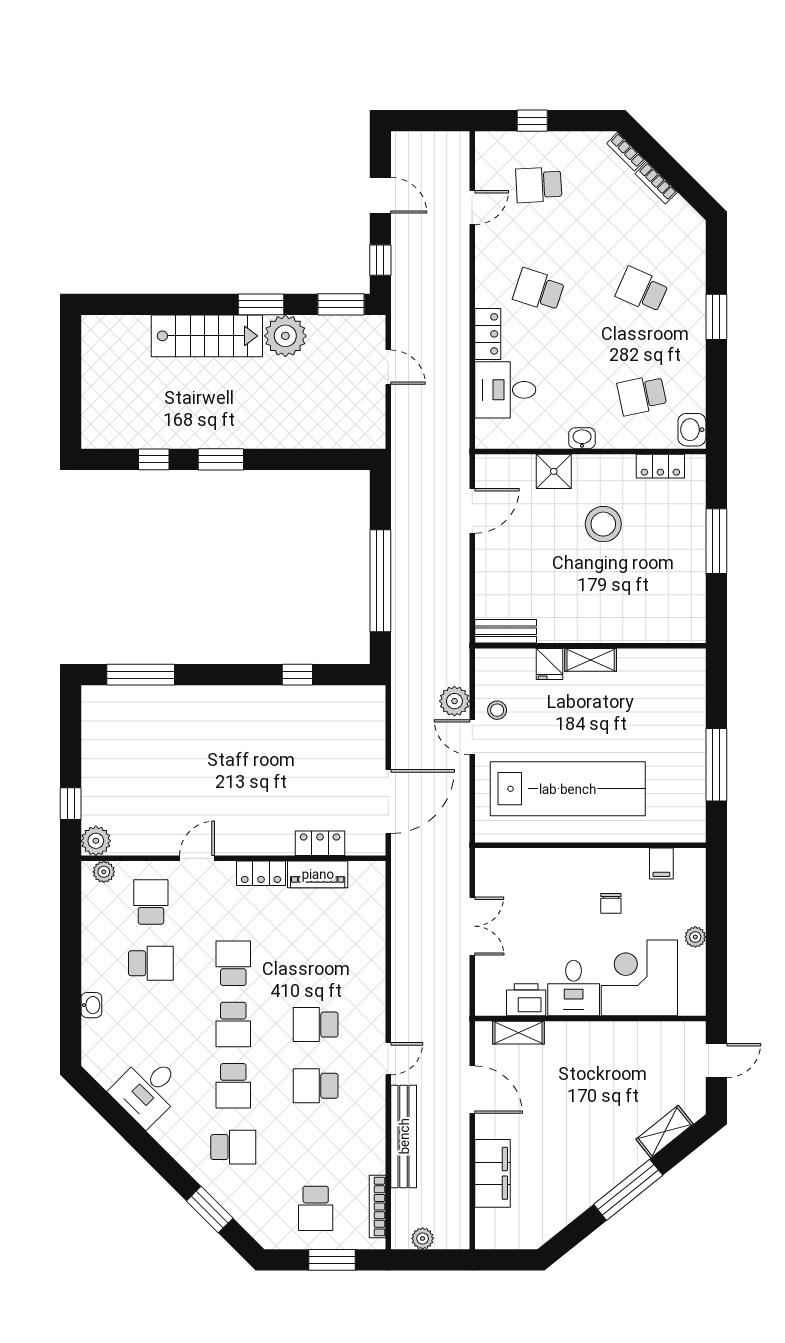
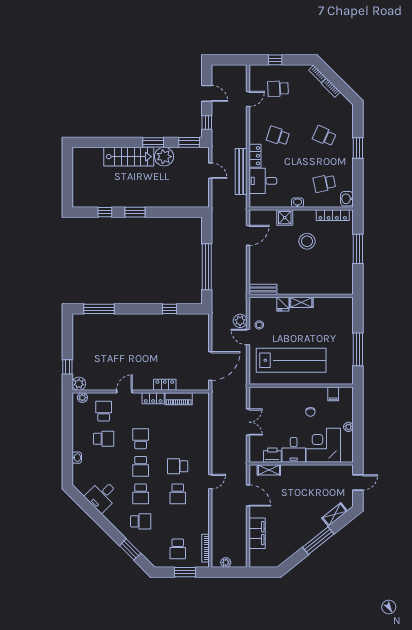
locker: (660, 466) -> (333, 215), width x1.53
locker: (320, 843) -> (165, 385), moved
school desk: (316, 1086) -> (178, 494), turned -90
bench: (404, 1136) -> (241, 171), moved

